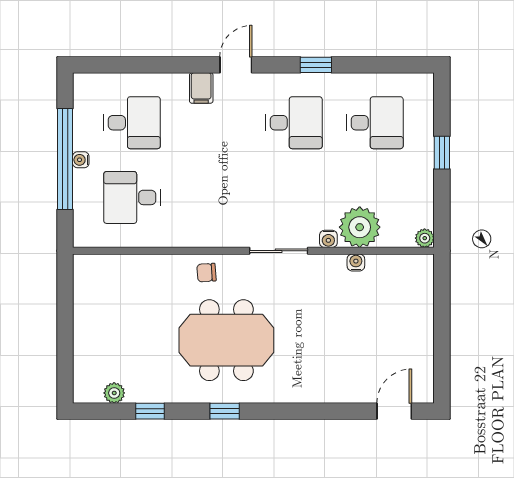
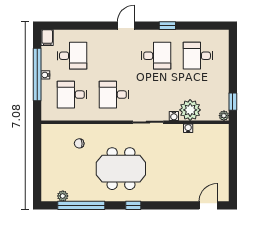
filing cabinet: (201, 88) -> (47, 38), moved
desk: (375, 123) -> (198, 56), turned 180
window: (442, 153) -> (233, 102), moved
desk: (213, 197) -> (114, 95), added
chair: (206, 273) -> (79, 143), moved
window: (150, 411) -> (81, 205), width x3.17
window: (225, 411) -> (133, 205), moved

